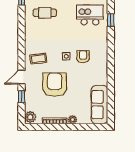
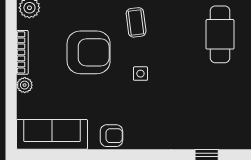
cafe table: (45, 13) -> (220, 34), width x1.37, depth x1.35
kitchen island: (90, 15) -> (216, 117), removed
armchair: (83, 57) -> (111, 136), moved

